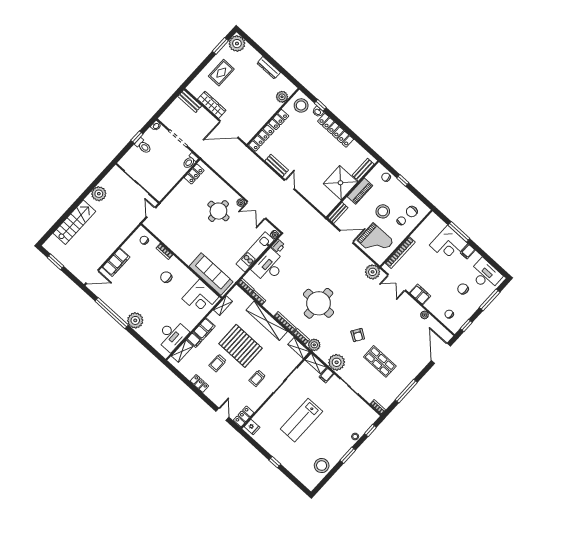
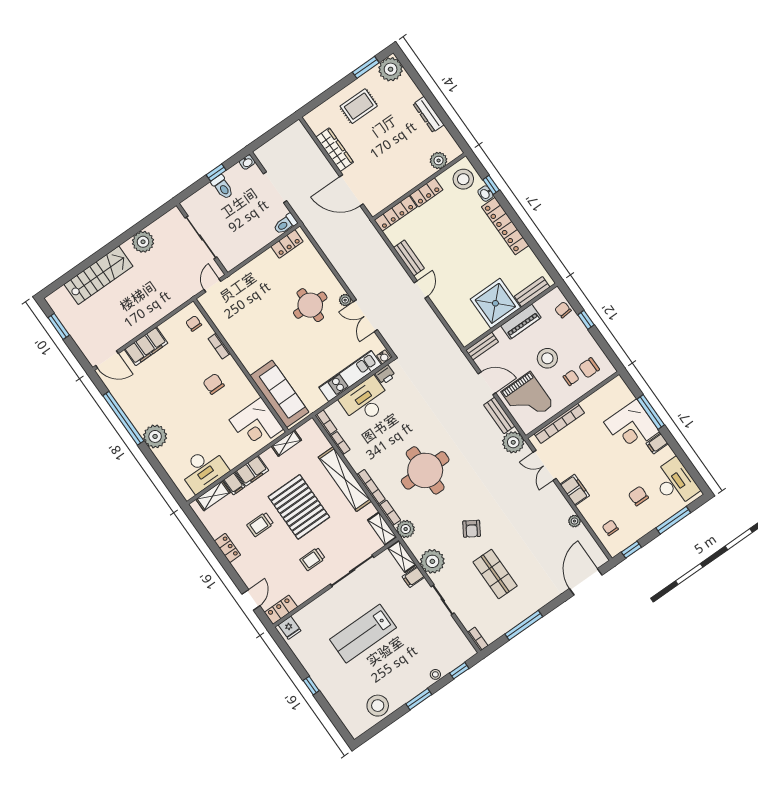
bench: (190, 101) -> (499, 415), moved

